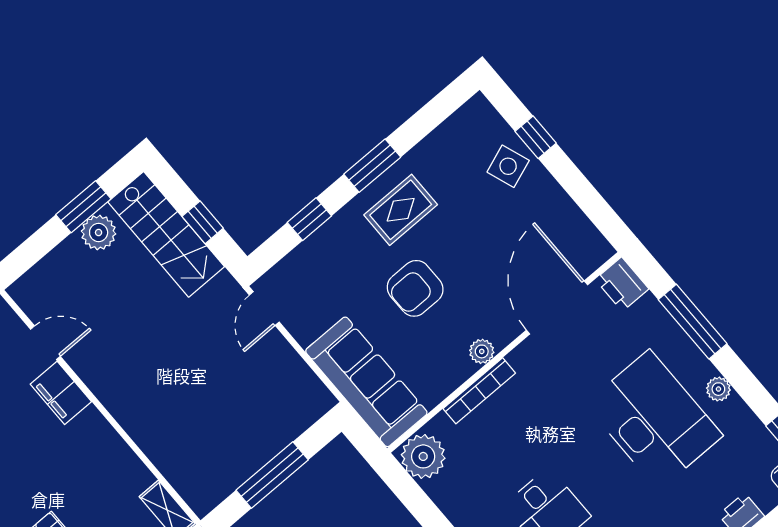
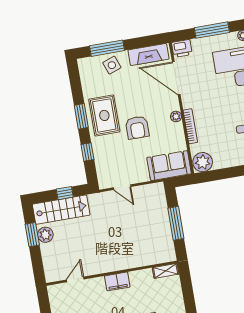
window: (536, 137) -> (107, 48), width x2.17
rug: (401, 210) -> (104, 115), width x1.36, depth x1.43
fireplace: (571, 226) -> (148, 55), added
door: (264, 309) -> (122, 187), moved
sofa: (366, 382) -> (169, 166), width x0.73
filing cabinet: (61, 393) -> (117, 281), moved

